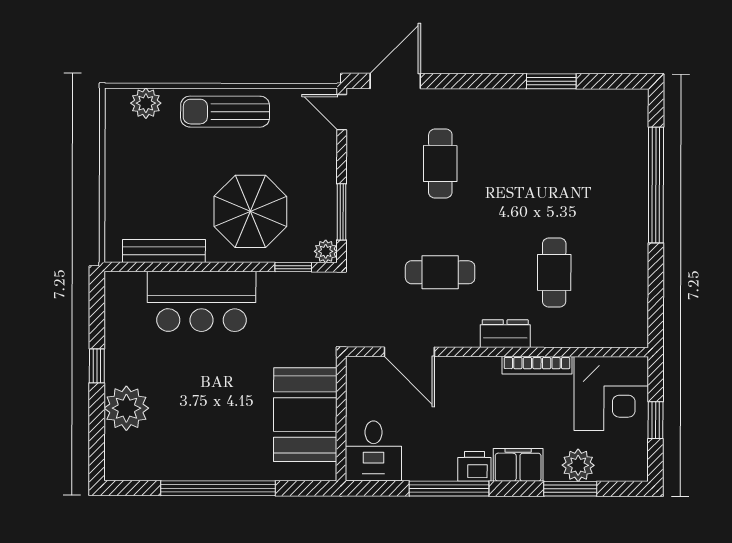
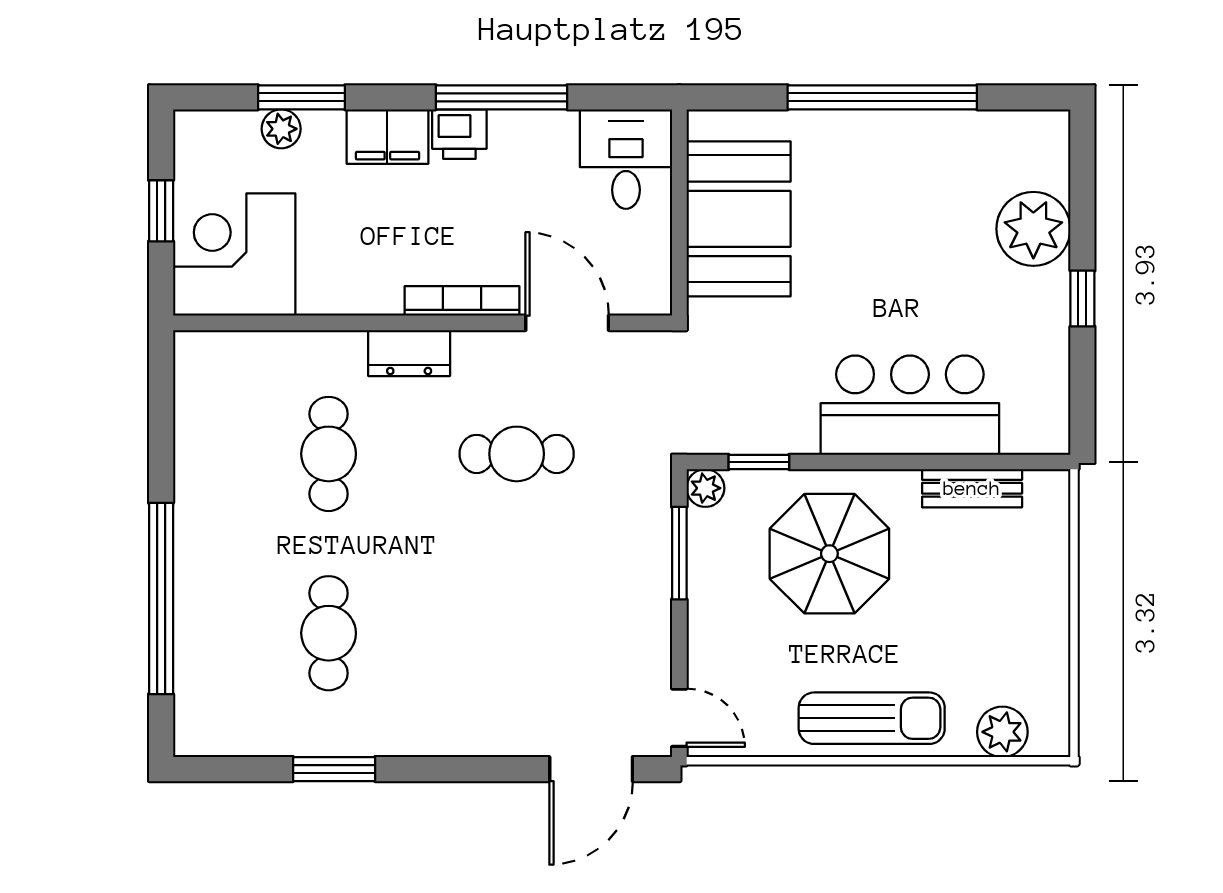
cafe table: (440, 164) -> (329, 633), moved
bench: (164, 251) -> (972, 488), width x0.73
bookcase: (537, 365) -> (462, 301), moved
plant: (578, 465) -> (281, 129), width x0.73, depth x0.73

